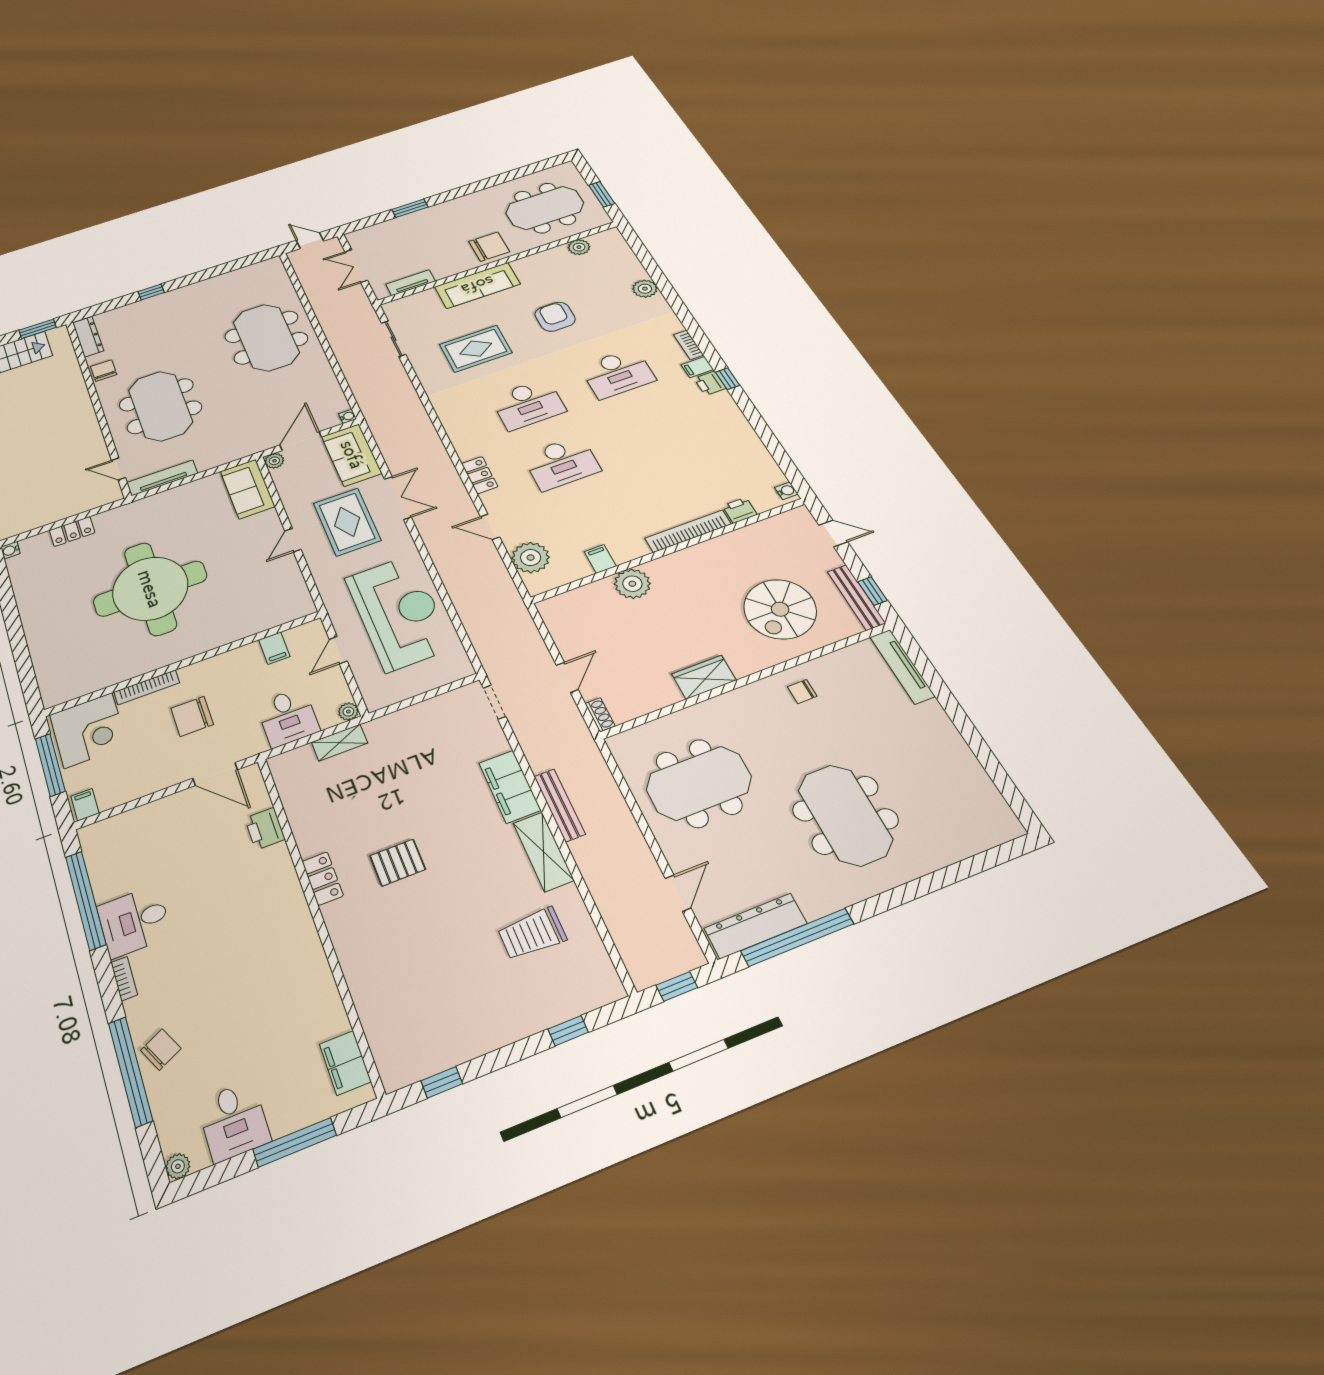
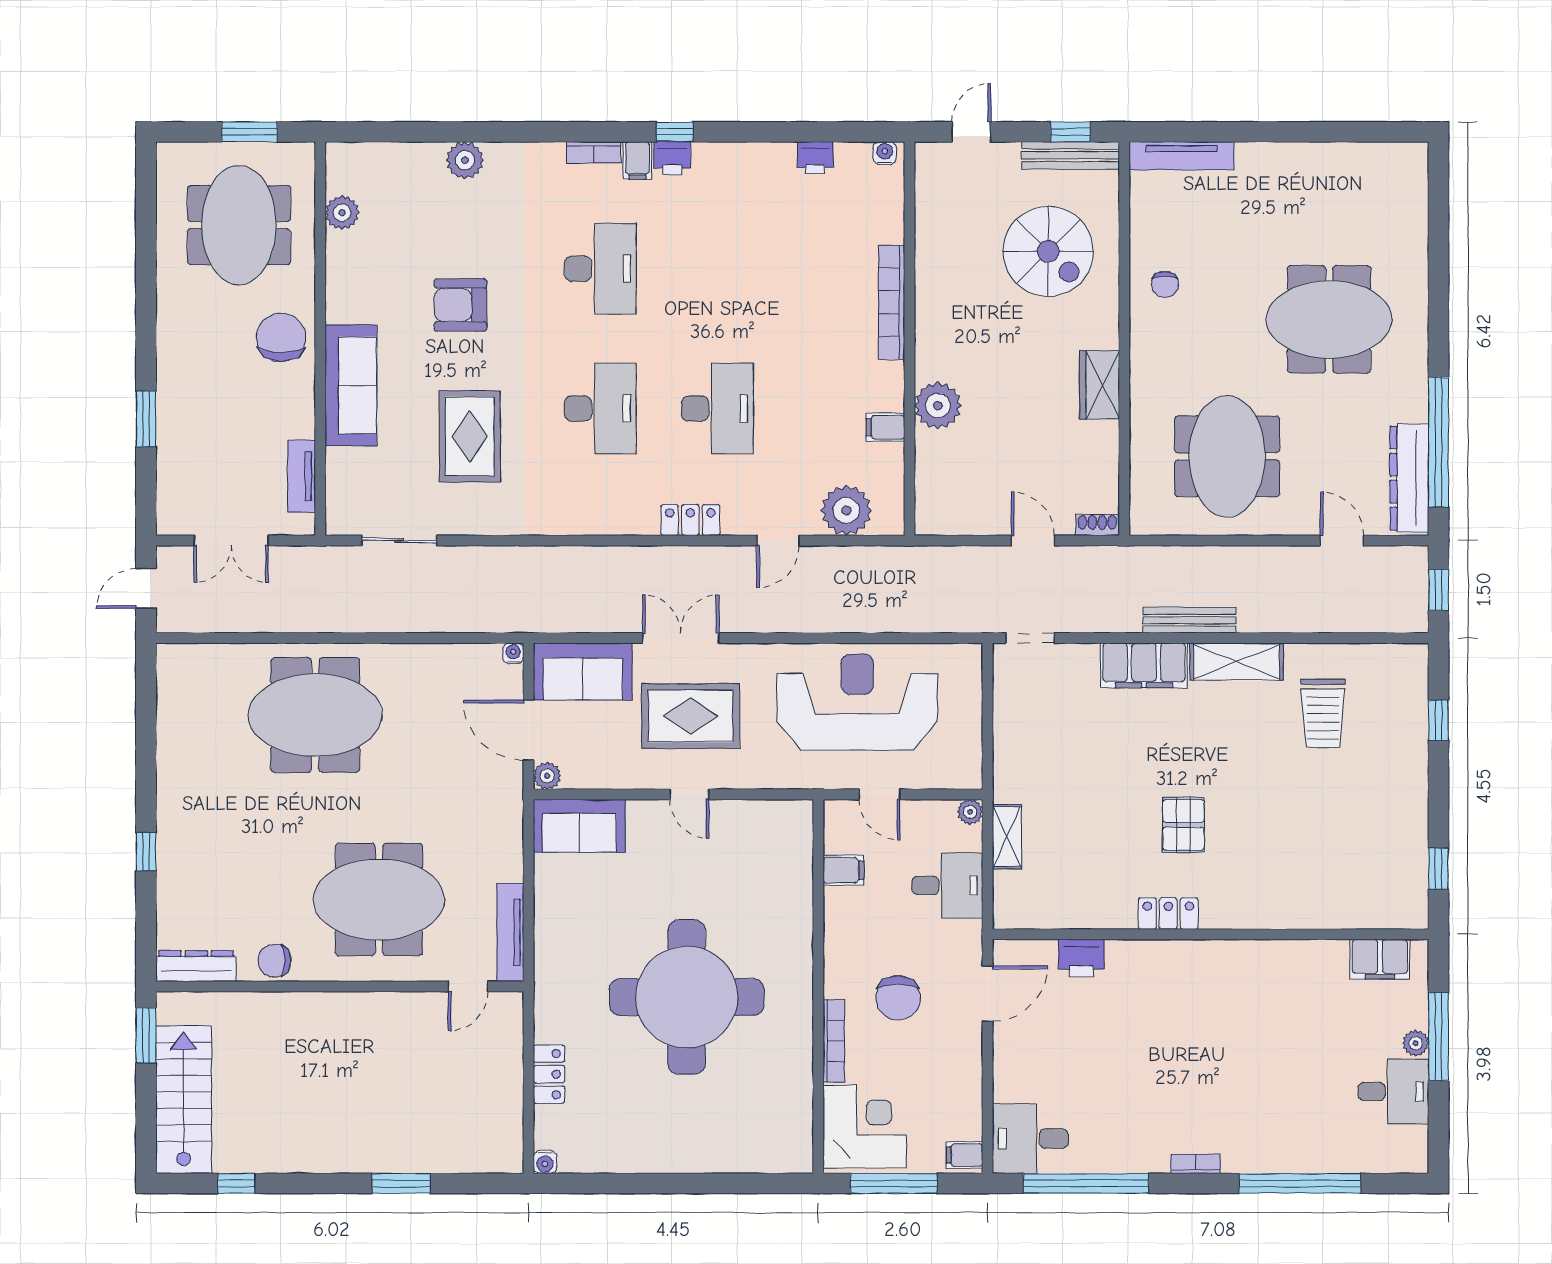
printer: (740, 510) -> (815, 158), moved, turned -90
desk: (134, 921) -> (1030, 1139), moved, turned 90
chair: (161, 1049) -> (1289, 1145), removed
plant: (178, 1166) -> (1416, 1043), moved

